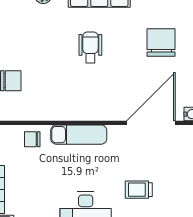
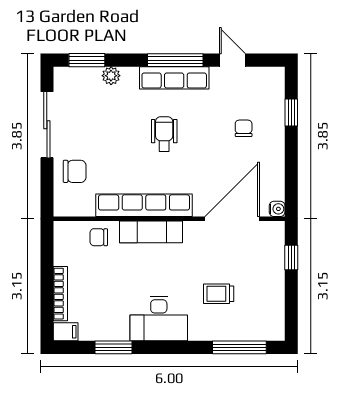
chair: (161, 42) -> (244, 128), width x0.54, depth x0.54
row of seats: (73, 111) -> (144, 205), added

